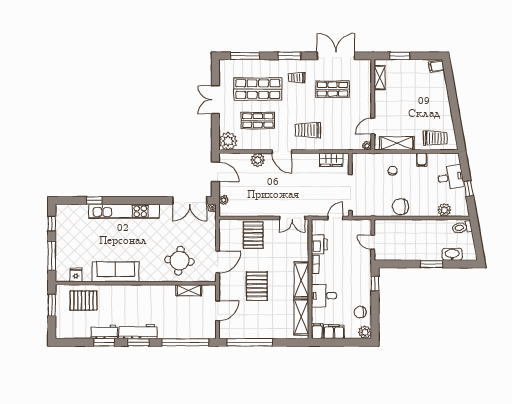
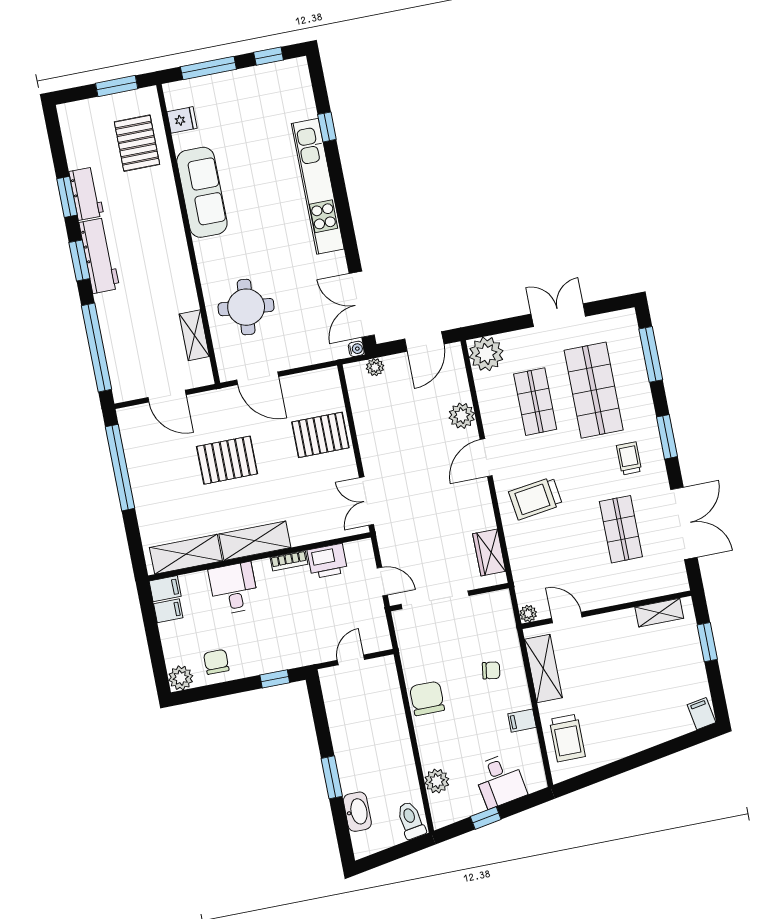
trolley: (308, 130) -> (535, 498), turned -98
filing cabinet: (334, 332) -> (168, 611), width x0.50

